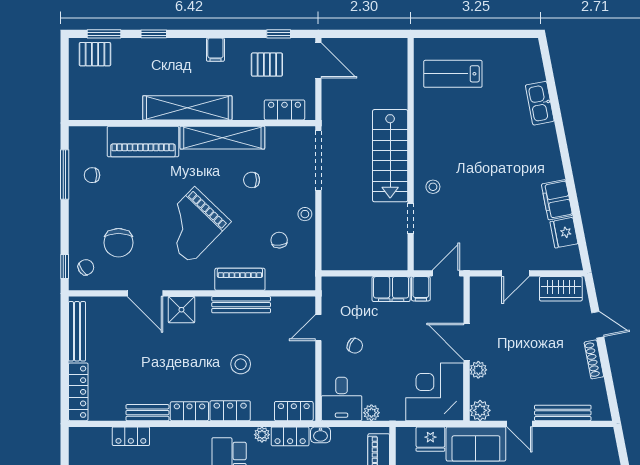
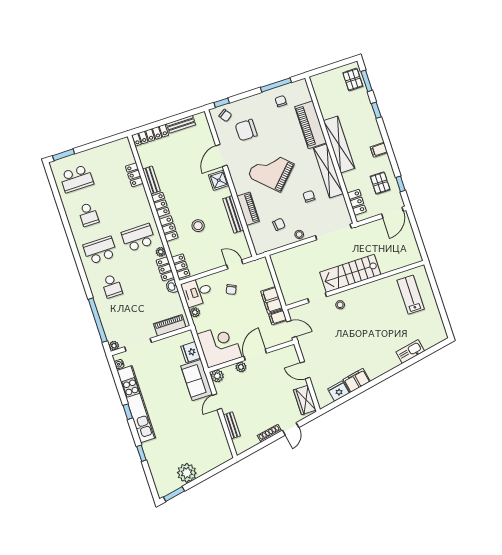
bench: (77, 331) -> (181, 124), width x0.73
bench: (563, 413) -> (232, 425), width x0.73

